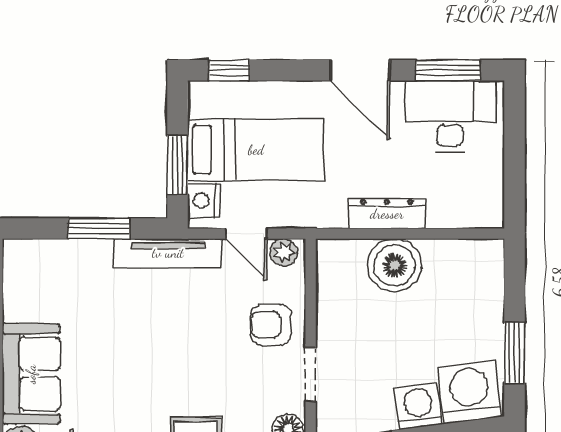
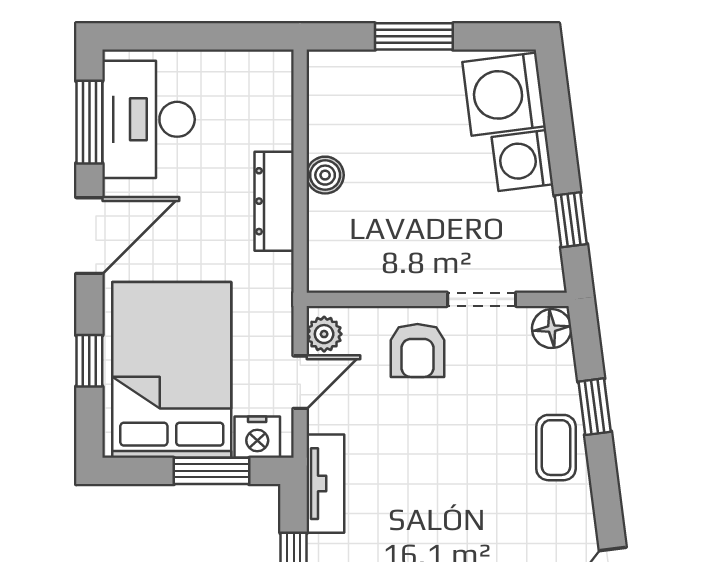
window: (229, 70) -> (89, 361), moved
bed: (256, 150) -> (172, 370), width x1.50
tv unit: (168, 253) -> (325, 484), width x0.71
boiler: (395, 265) -> (325, 175), width x0.54, depth x0.54
window: (514, 353) -> (414, 36), moved

